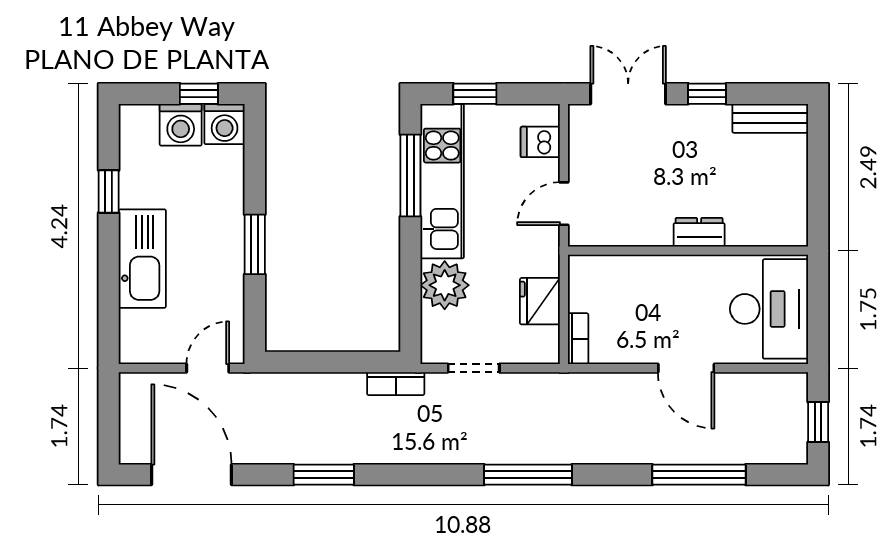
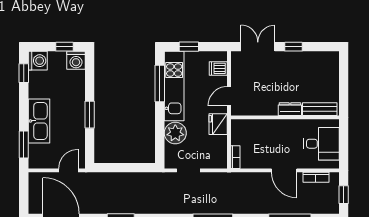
bench: (770, 118) -> (320, 109), moved
washing machine: (181, 125) -> (38, 61), moved, turned -90
window: (109, 192) -> (24, 73), moved
fridge: (540, 301) -> (218, 124), moved
desk: (769, 309) -> (321, 144), width x0.73
window: (109, 311) -> (24, 144), added
bookcase: (396, 384) -> (316, 177), moved

